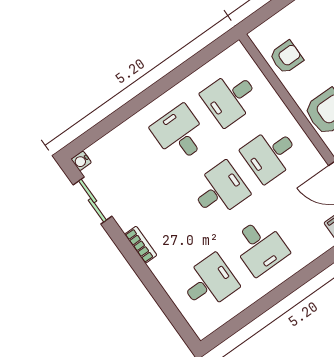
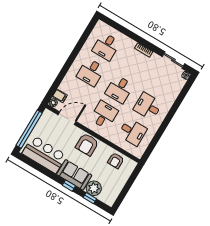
desk: (230, 98) -> (133, 132), turned 90
desk: (180, 134) -> (148, 106), turned 180
desk: (260, 247) -> (91, 72), turned -90

